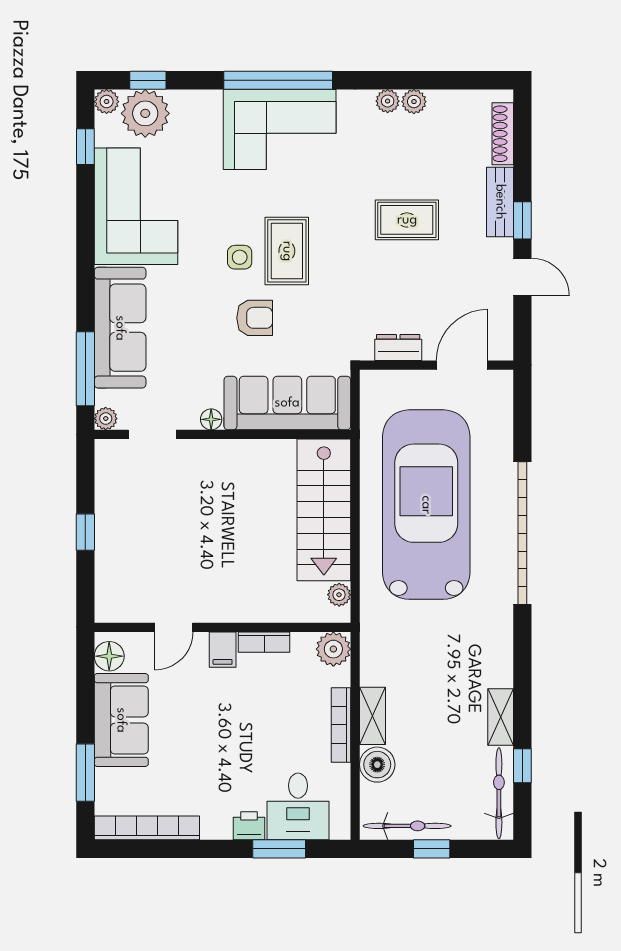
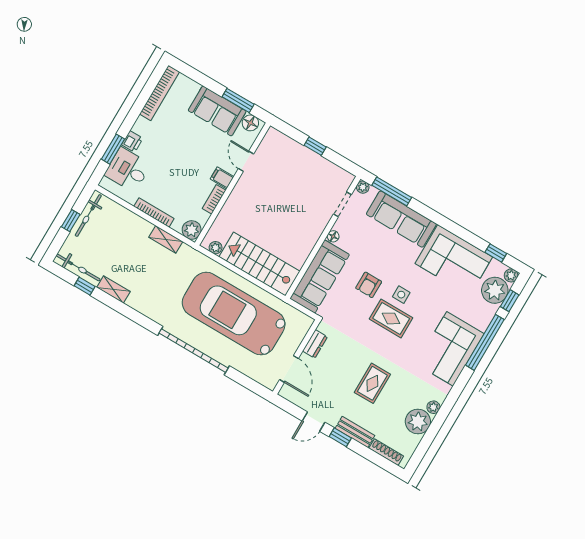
window: (278, 80) -> (485, 342), moved
plant: (414, 102) -> (418, 421), width x1.88, depth x1.88
car: (426, 505) -> (234, 314), turned 180
shelving: (373, 716) -> (166, 239), moved
boiler: (377, 765) -> (125, 218), removed
window: (85, 773) -> (238, 101), moved

